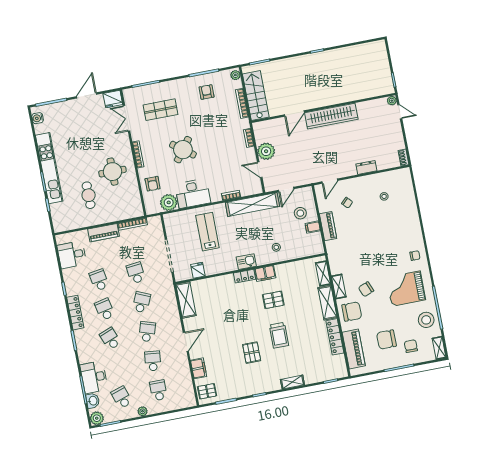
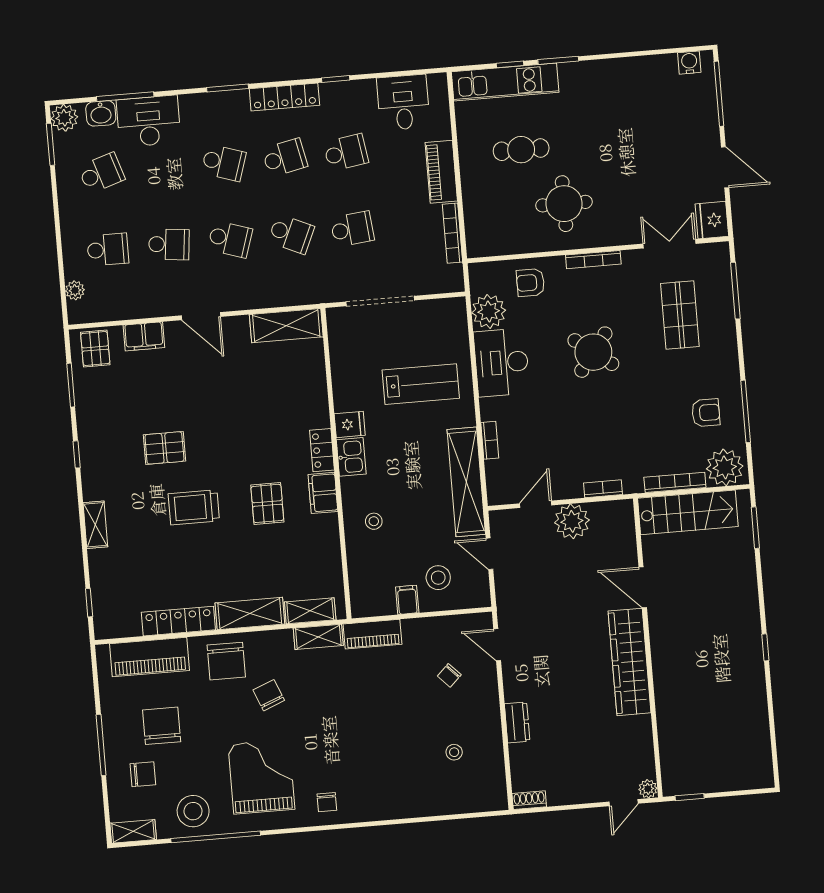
plant: (235, 75) -> (725, 467), width x1.87, depth x1.87
kitchen unit: (49, 168) -> (505, 82), moved, width x0.73
piano: (328, 226) -> (373, 634), moved
fridge: (198, 270) -> (350, 424), moved
shelving: (339, 286) -> (318, 637), moved
school desk: (110, 339) -> (224, 163), turned 39
plant: (143, 411) -> (75, 290), moved

